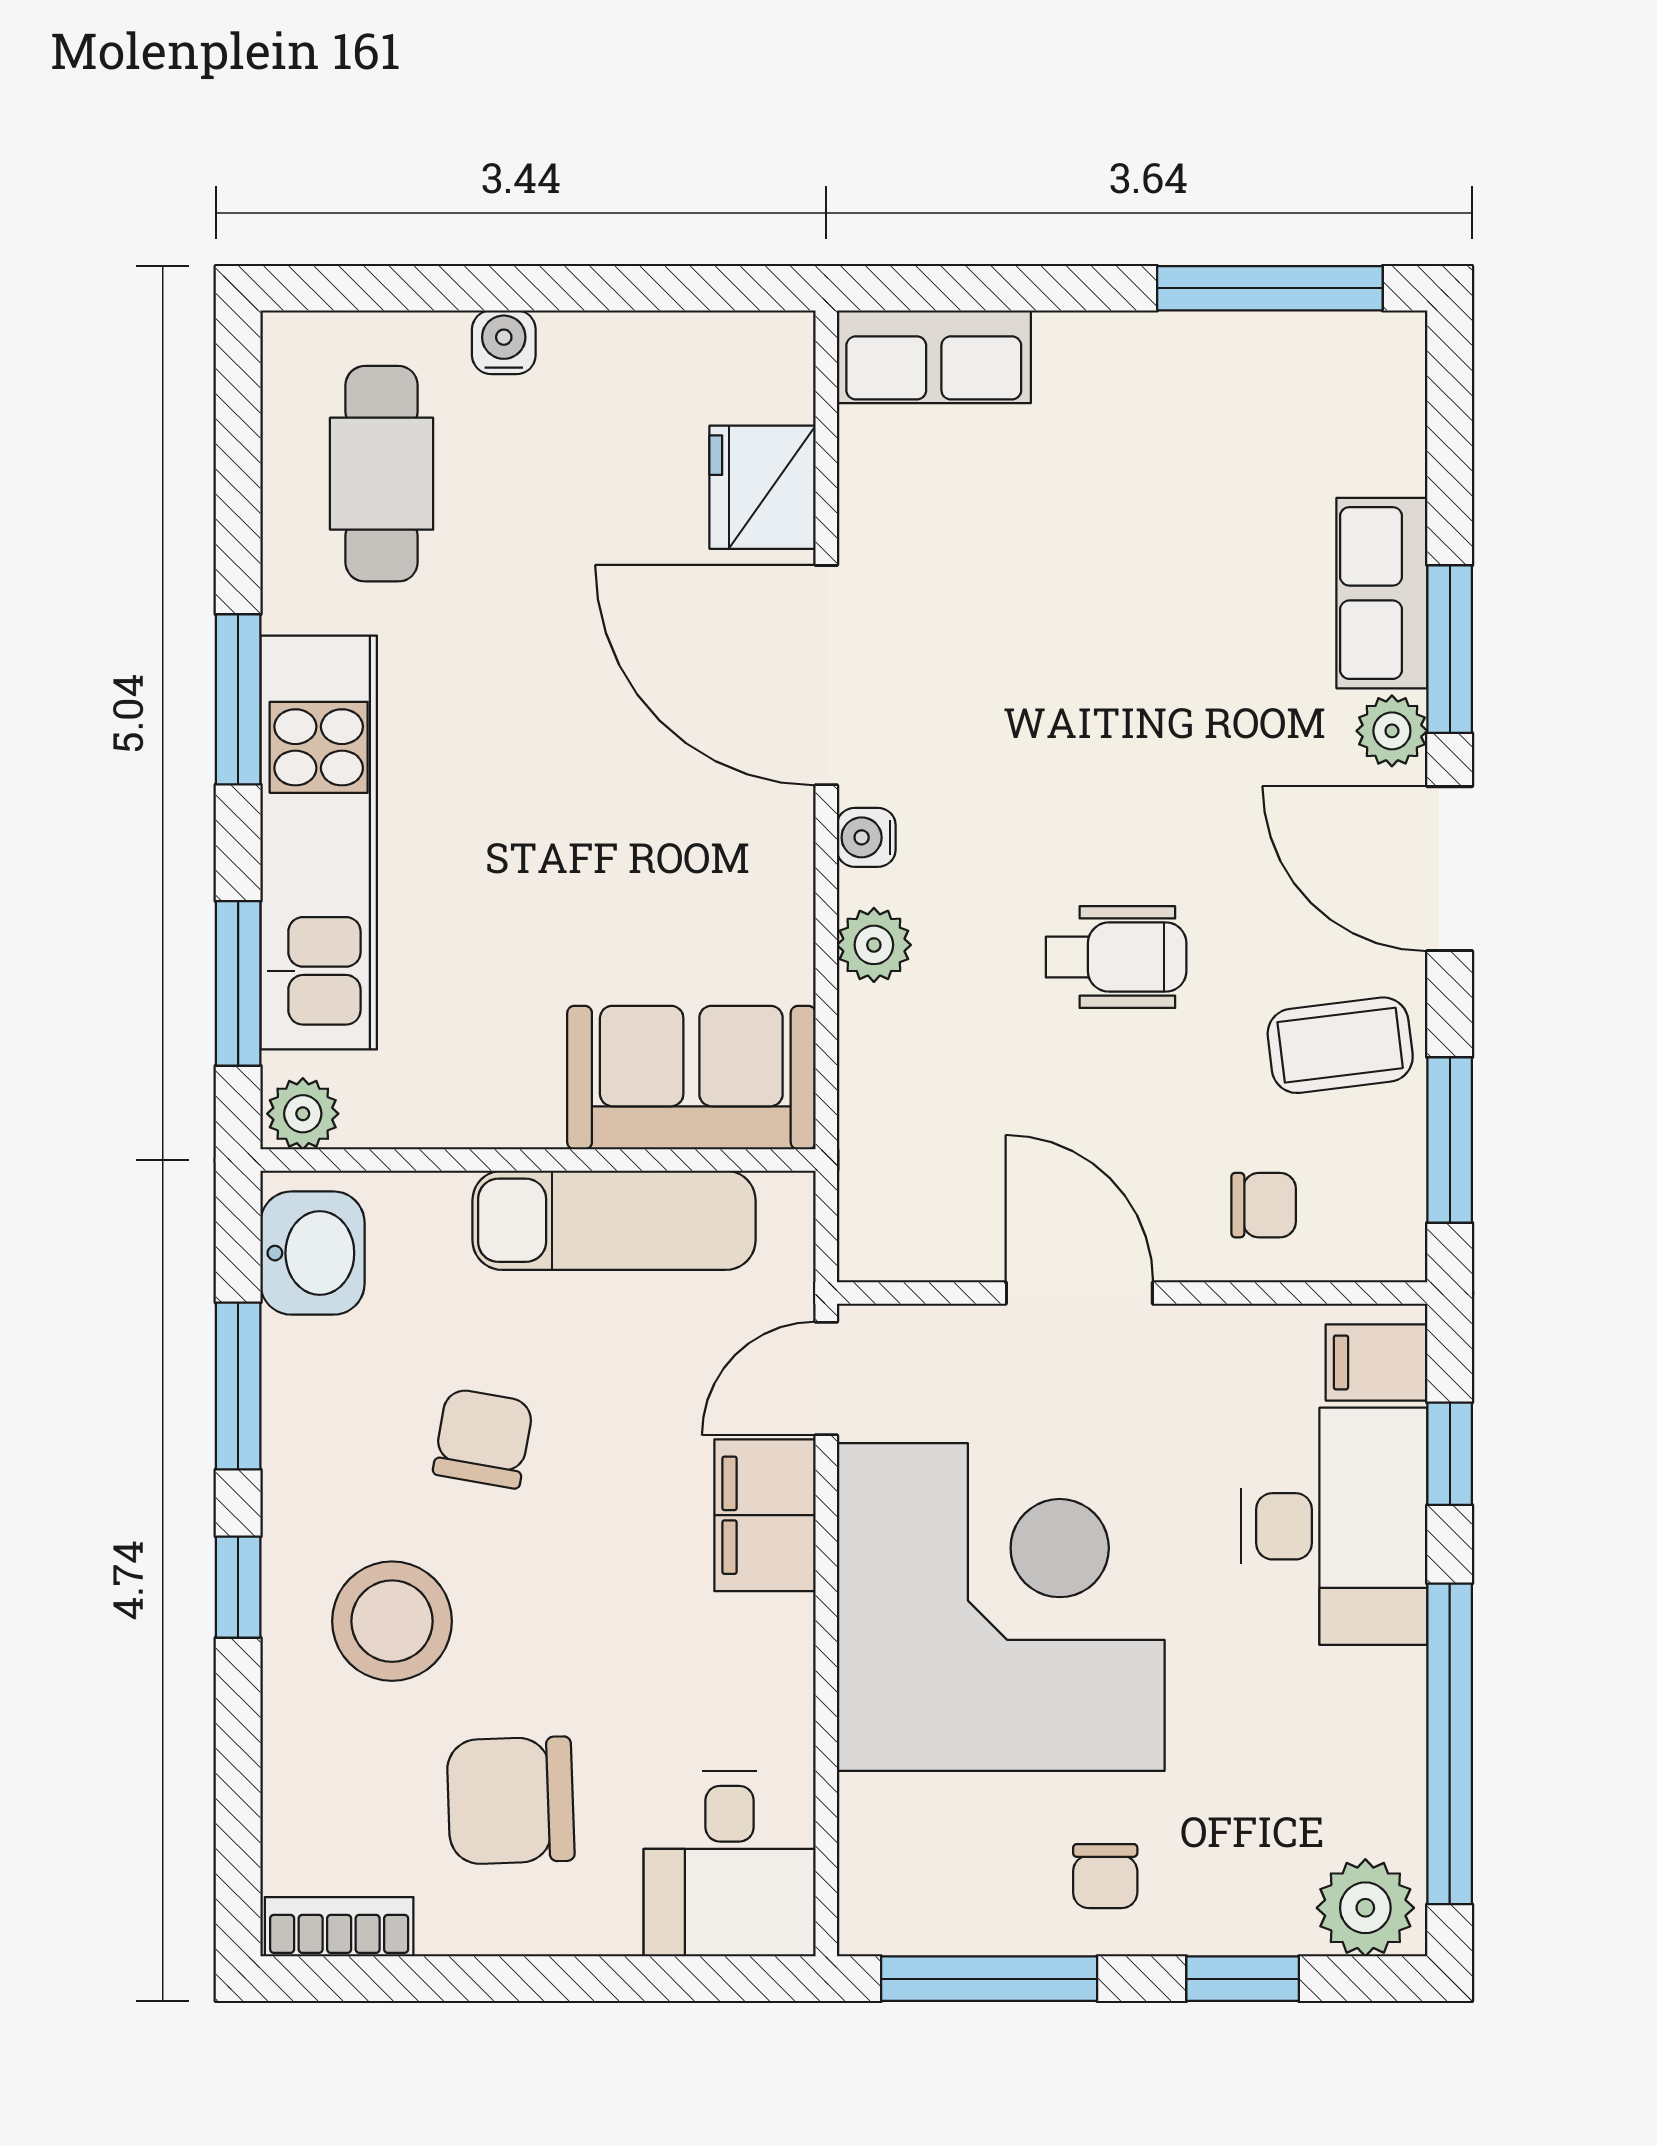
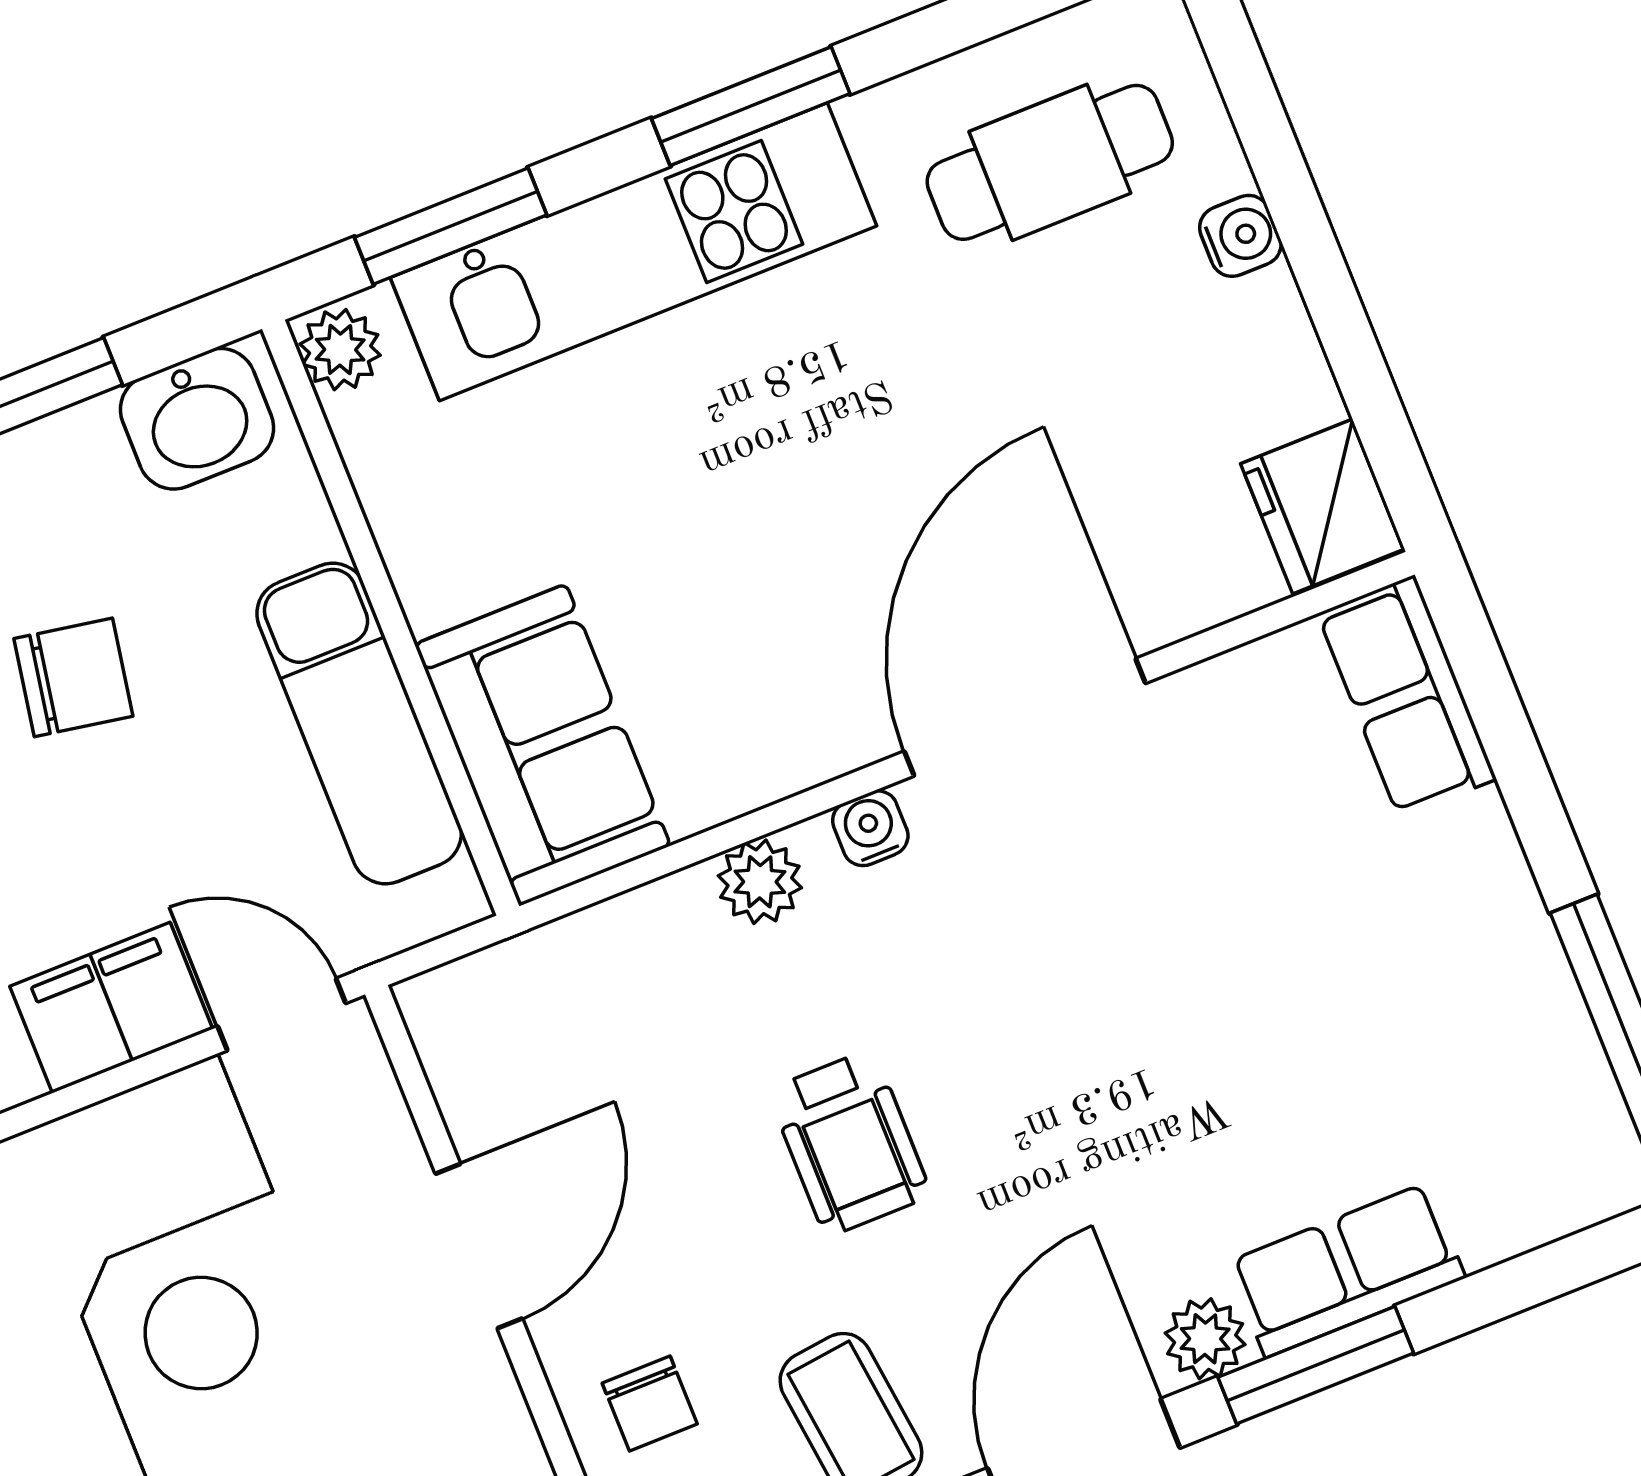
fridge: (762, 487) -> (1323, 506), moved, turned -90

